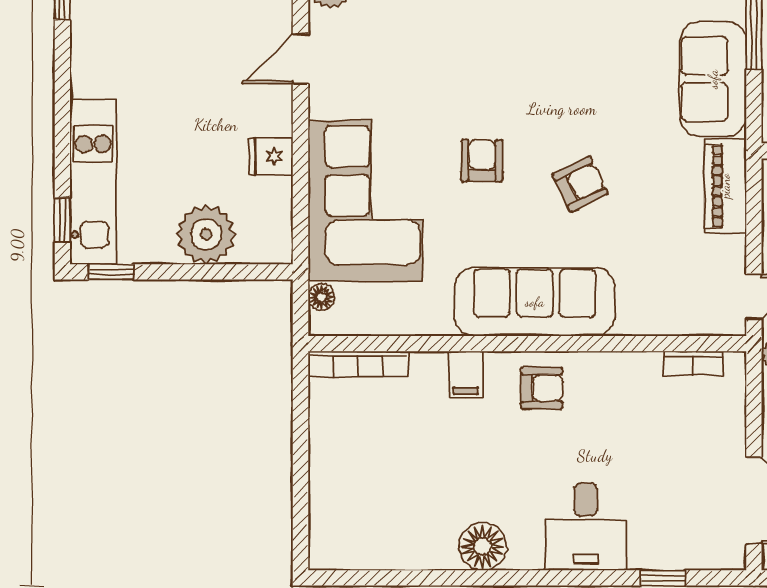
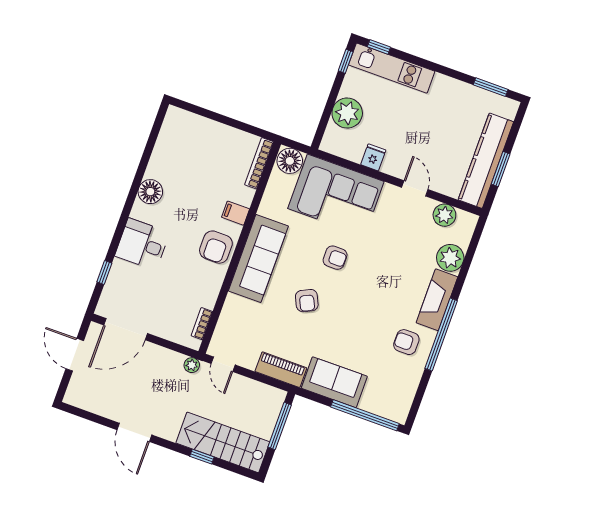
floor lamp: (321, 297) -> (290, 161), width x1.89, depth x1.89
armchair: (542, 388) -> (216, 247), width x1.38, depth x1.38

